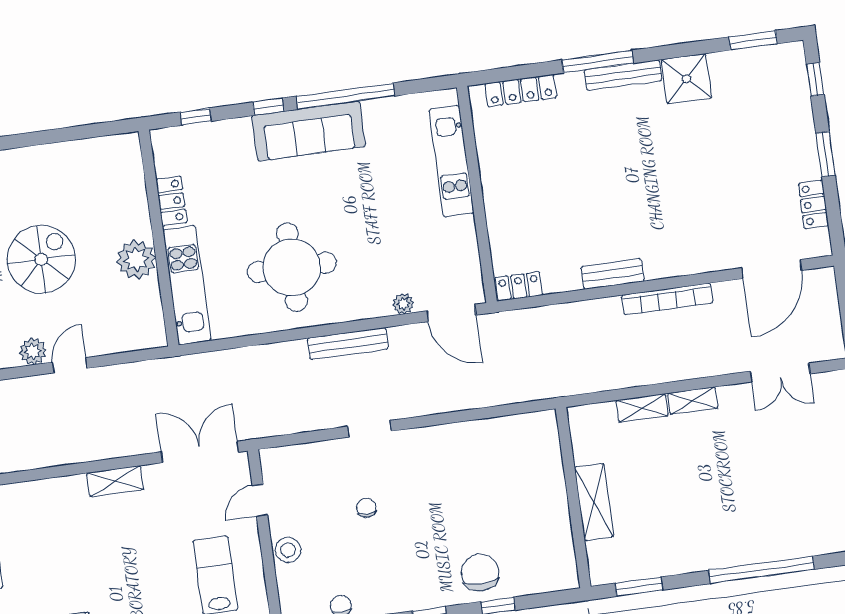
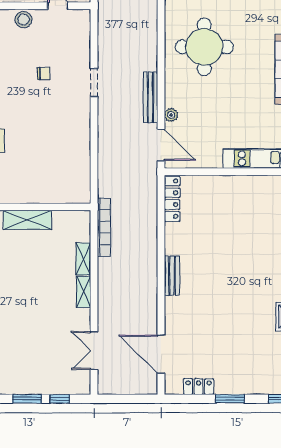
bench: (613, 274) -> (172, 276), moved
locker: (519, 286) -> (172, 199), width x1.53
bookcase: (667, 299) -> (104, 227), moved, turned 180
door: (451, 313) -> (161, 145), swing flipped
bench: (348, 344) -> (150, 97), moved

